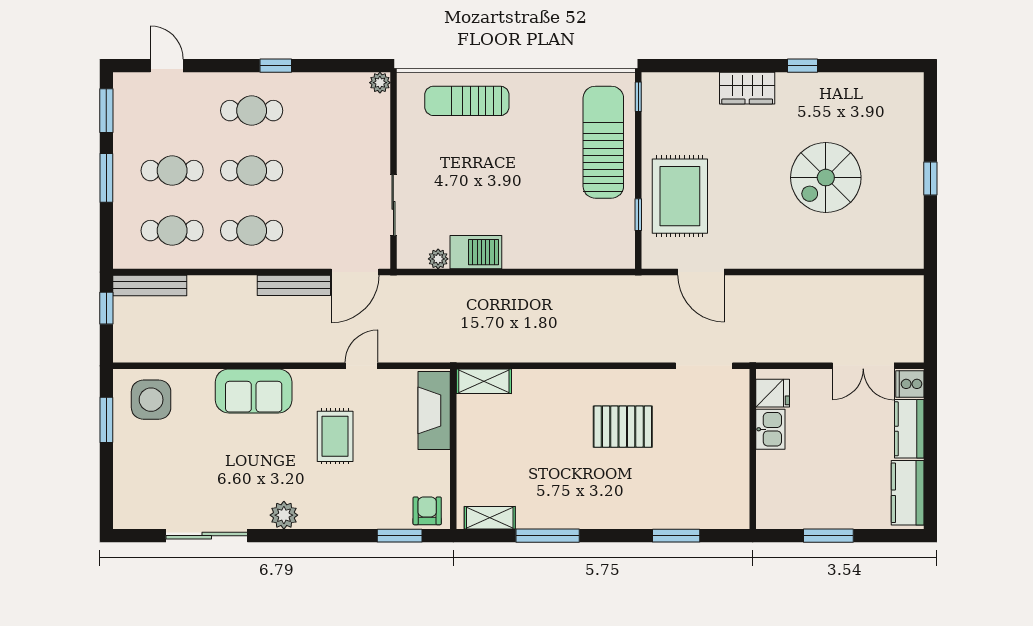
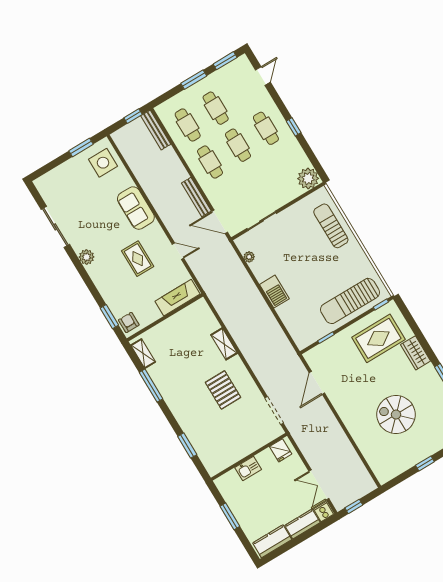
plant: (380, 83) -> (308, 178), width x1.87, depth x1.87
sun lounger: (603, 142) -> (350, 301), turned 180
rug: (680, 196) -> (378, 338), moved
barbecue: (476, 252) -> (274, 292), moved
window: (930, 331) -> (354, 506), added
shelving: (484, 381) -> (224, 344), moved
kitchen sink: (770, 429) -> (248, 468), moved
rug: (335, 436) -> (138, 259), turned 90
armchair: (427, 511) -> (129, 322), turned -90

